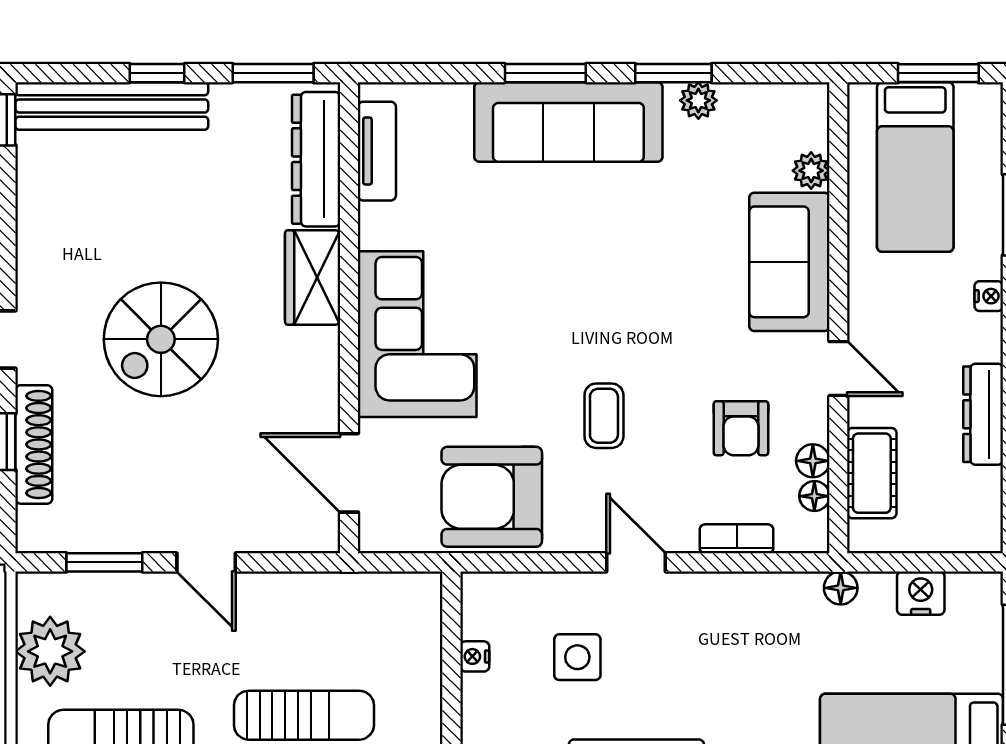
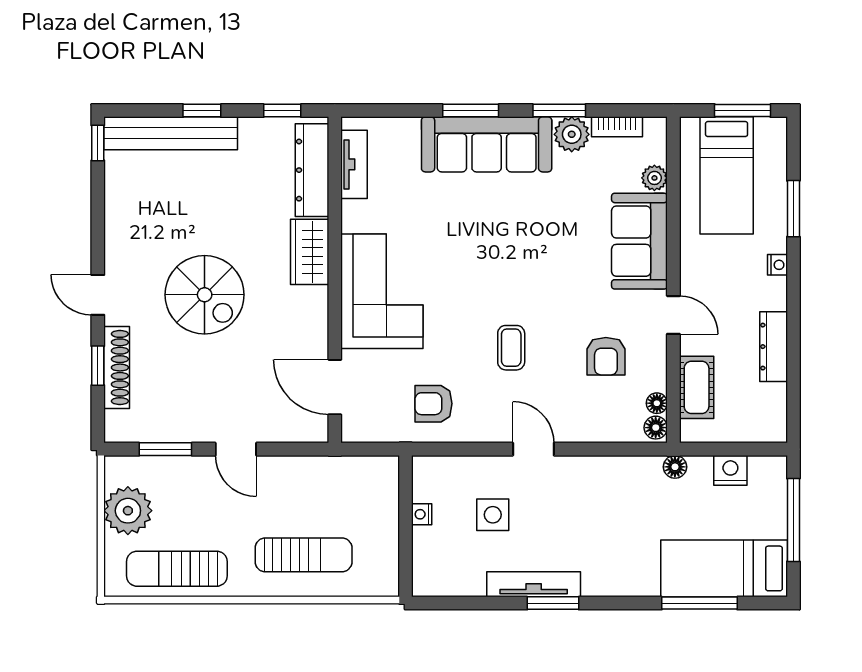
window: (273, 73) -> (282, 111), width x0.67
plant: (698, 100) -> (572, 134), width x1.38, depth x1.38
spiral stairs: (161, 339) -> (205, 295), turned -90
floor lamp: (813, 461) -> (656, 428), moved
armchair: (492, 497) -> (434, 404), width x0.53, depth x0.53
bookcase: (737, 539) -> (617, 127), moved, turned 180

